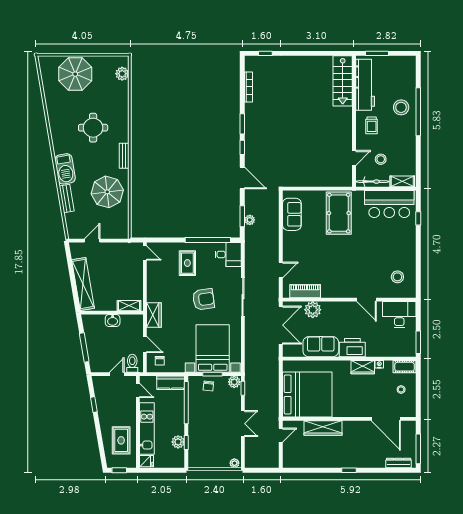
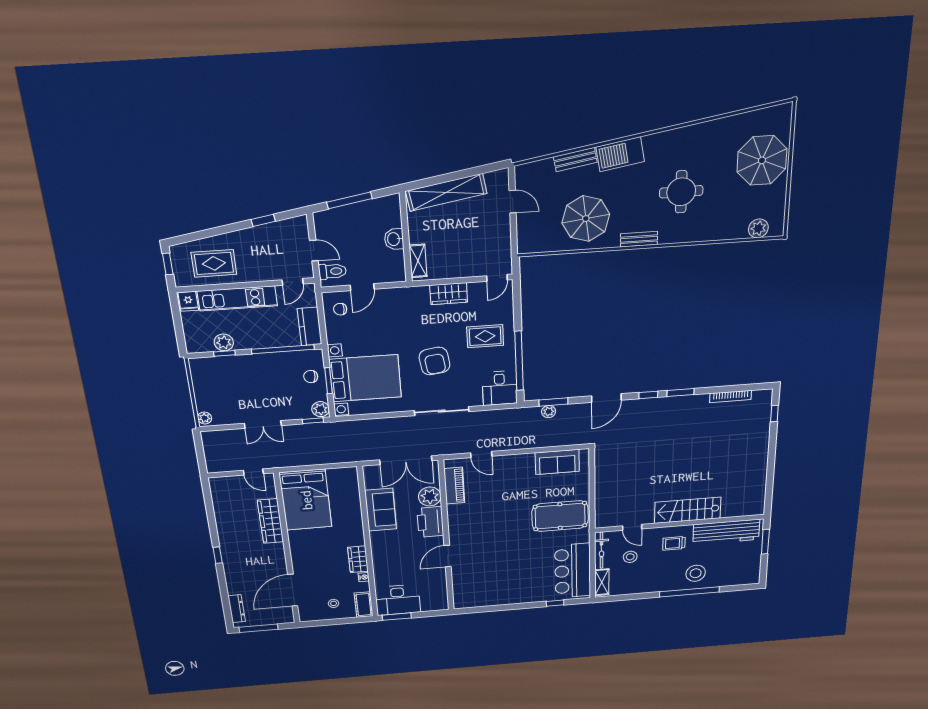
stairs: (343, 81) -> (688, 510), moved
stool: (397, 277) -> (479, 587), removed
wardrobe: (154, 315) -> (449, 294), moved
desk: (399, 315) -> (398, 600), moved, turned 90
printer: (352, 348) -> (430, 522), moved, turned 180
bed: (307, 394) -> (306, 500), width x0.73

